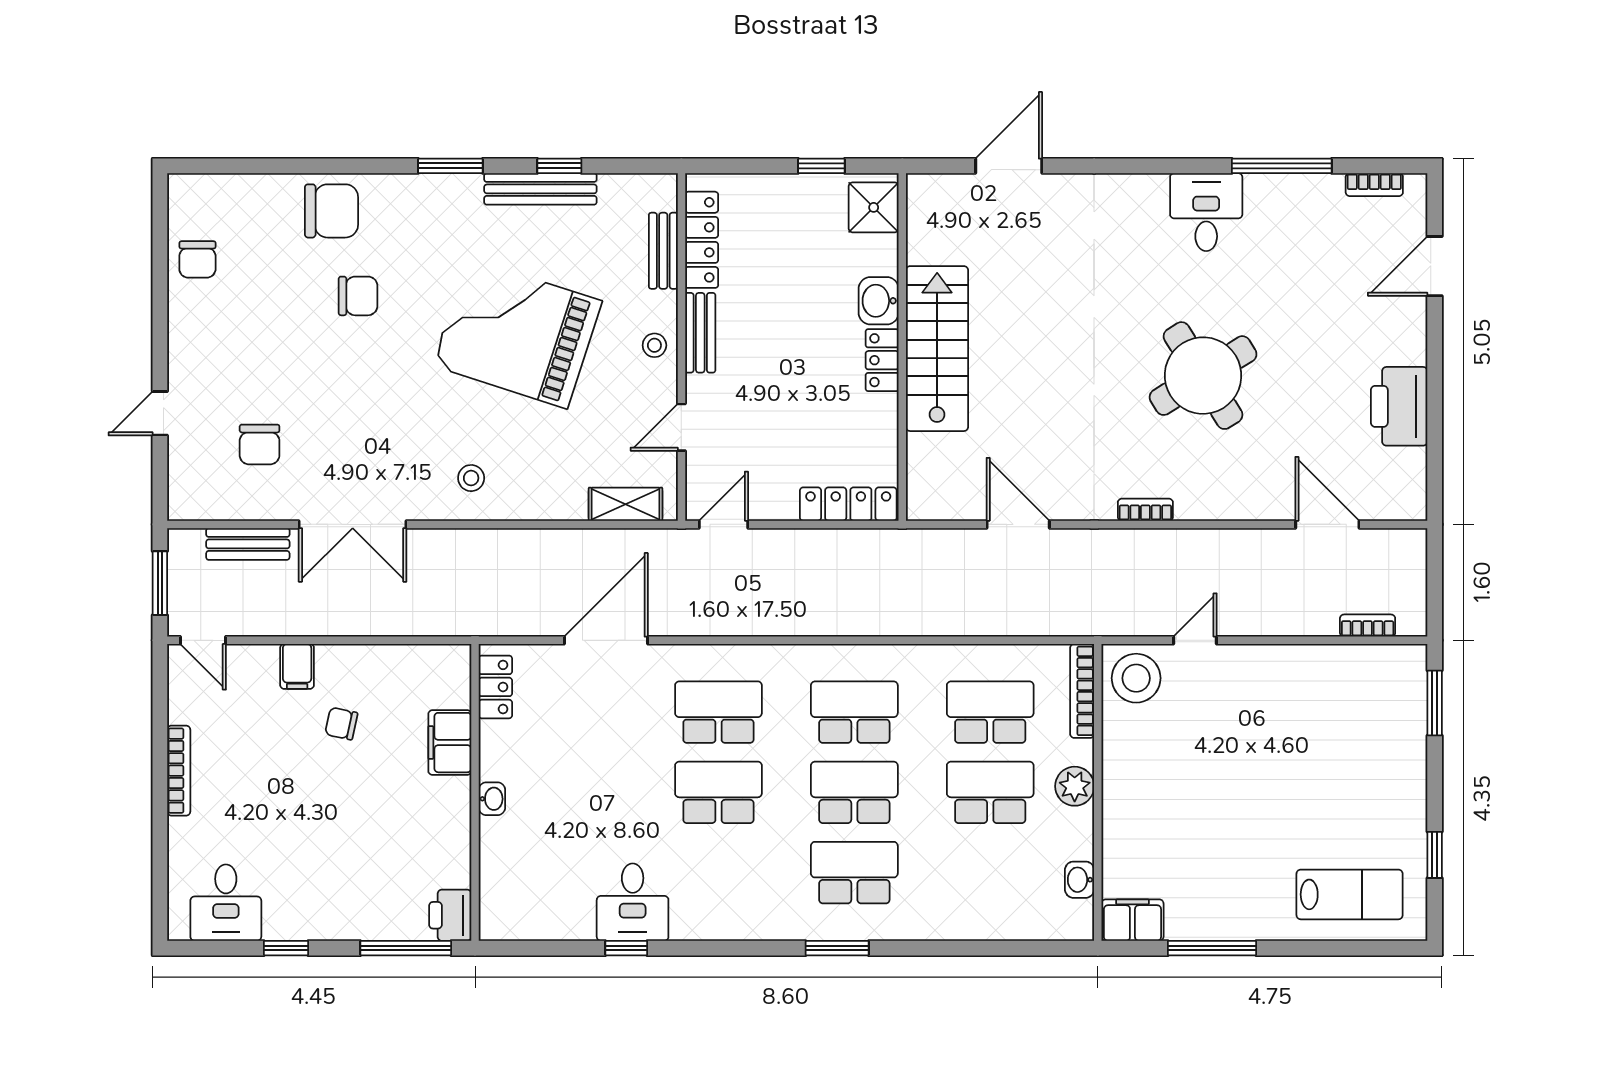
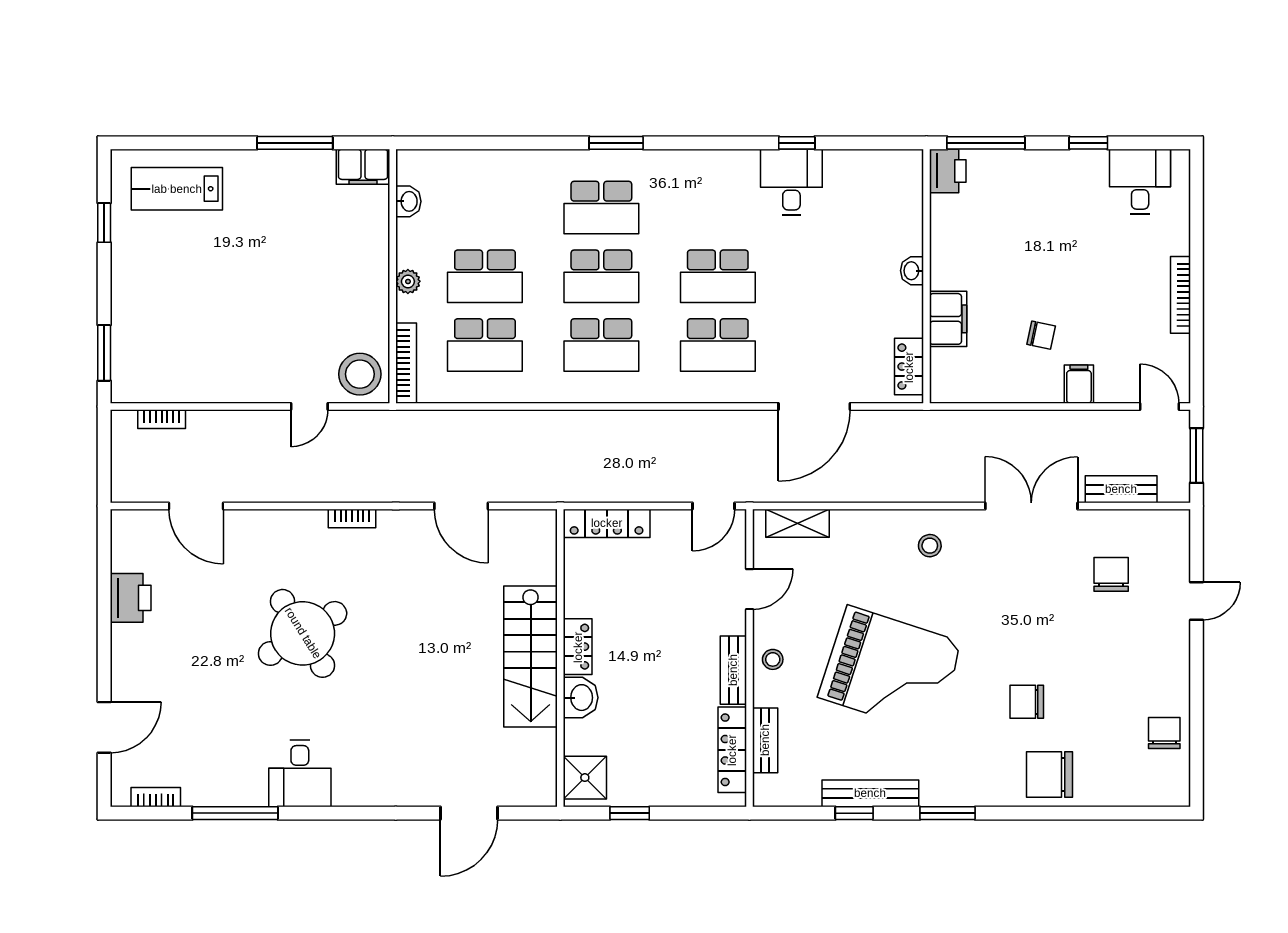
printer: (1399, 406) -> (131, 598), width x0.73, depth x0.84
plant: (1075, 786) -> (408, 281), width x0.73, depth x0.73

